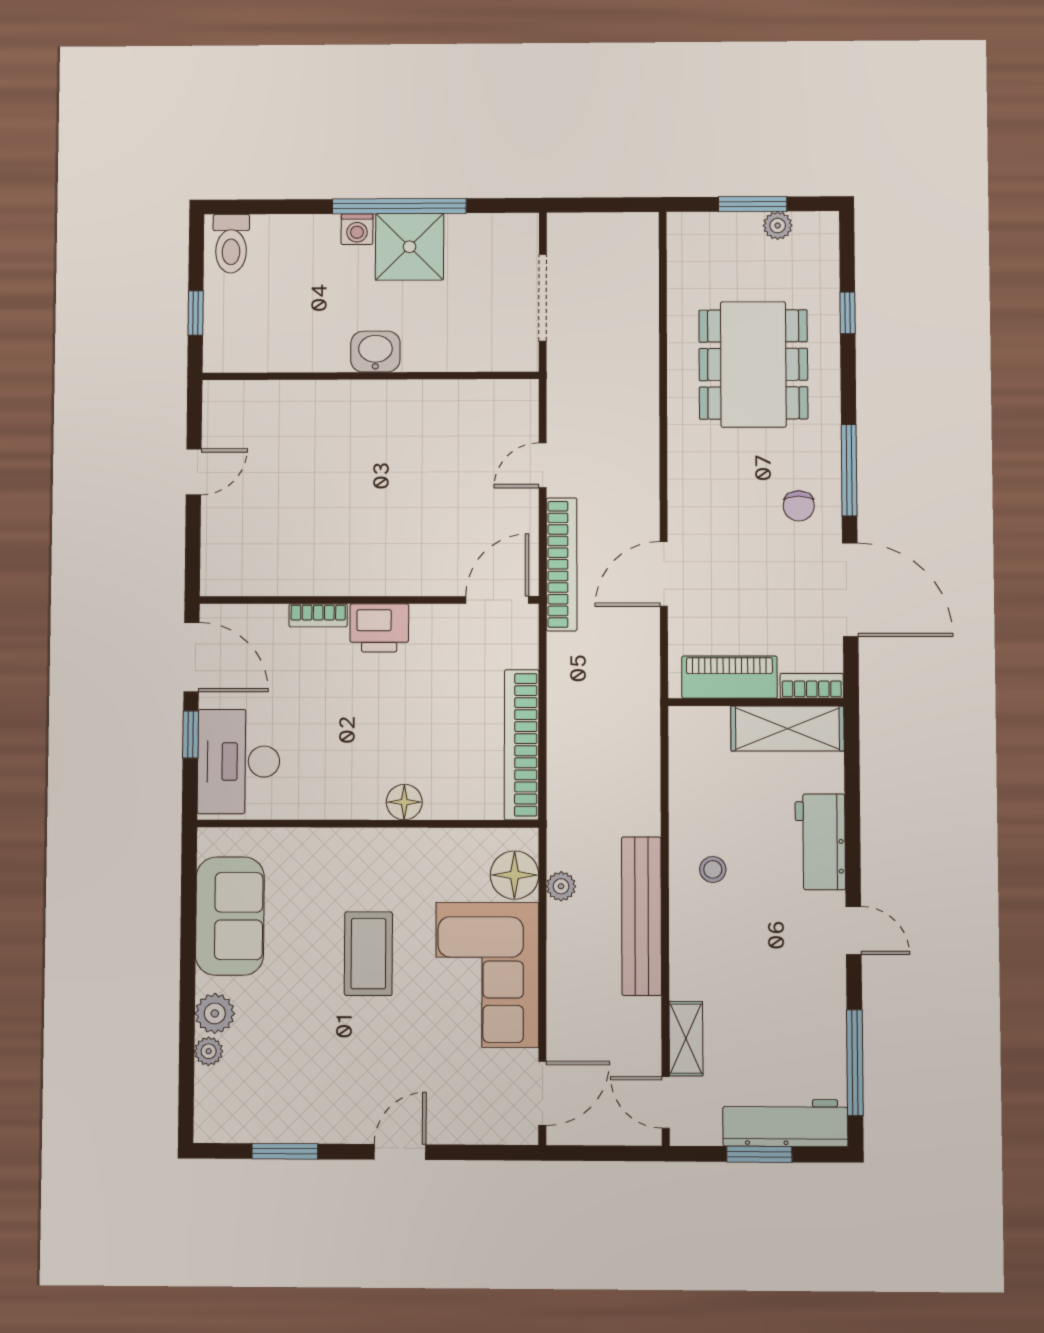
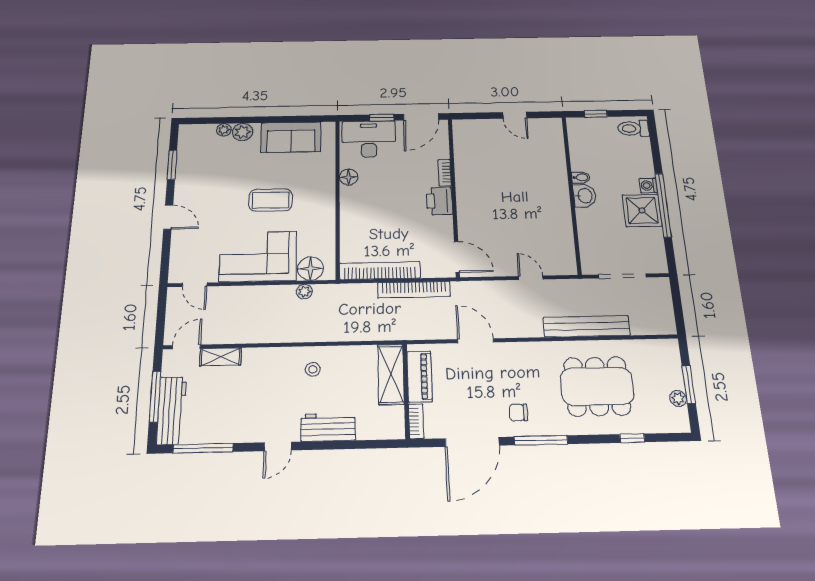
bidet: (336, 355) -> (581, 177), added
bookcase: (562, 564) -> (414, 290), moved
shelving: (787, 729) -> (391, 374), moved
floor lamp: (404, 802) -> (349, 177), moved
bench: (642, 916) -> (587, 326), moved
door: (542, 1093) -> (195, 285), width x0.73
window: (759, 1154) -> (155, 397), width x1.44

